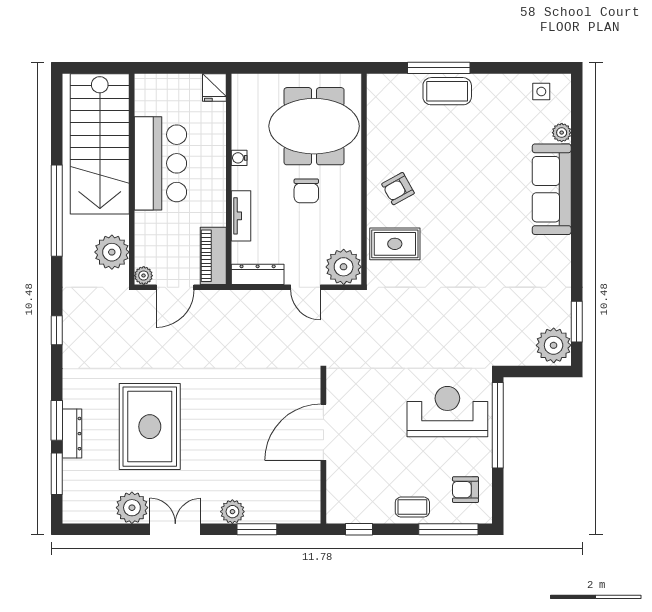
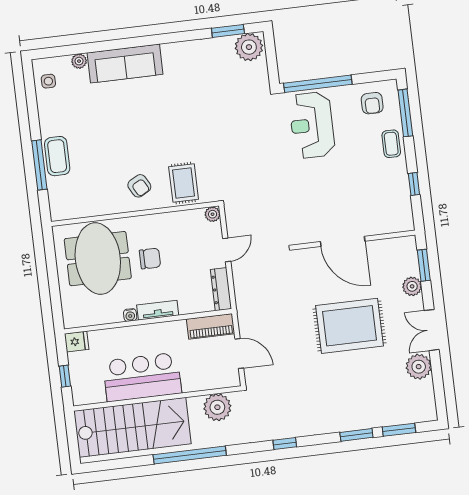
window: (173, 68) -> (65, 376), added
tv unit: (241, 216) -> (158, 310), moved
plant: (344, 267) -> (213, 214), width x0.53, depth x0.53
plant: (144, 276) -> (233, 380), removed
rug: (150, 427) -> (349, 326), moved
door: (323, 432) -> (343, 241), moved
dresser: (72, 434) -> (365, 421), removed
wall: (323, 447) -> (355, 240), moved

